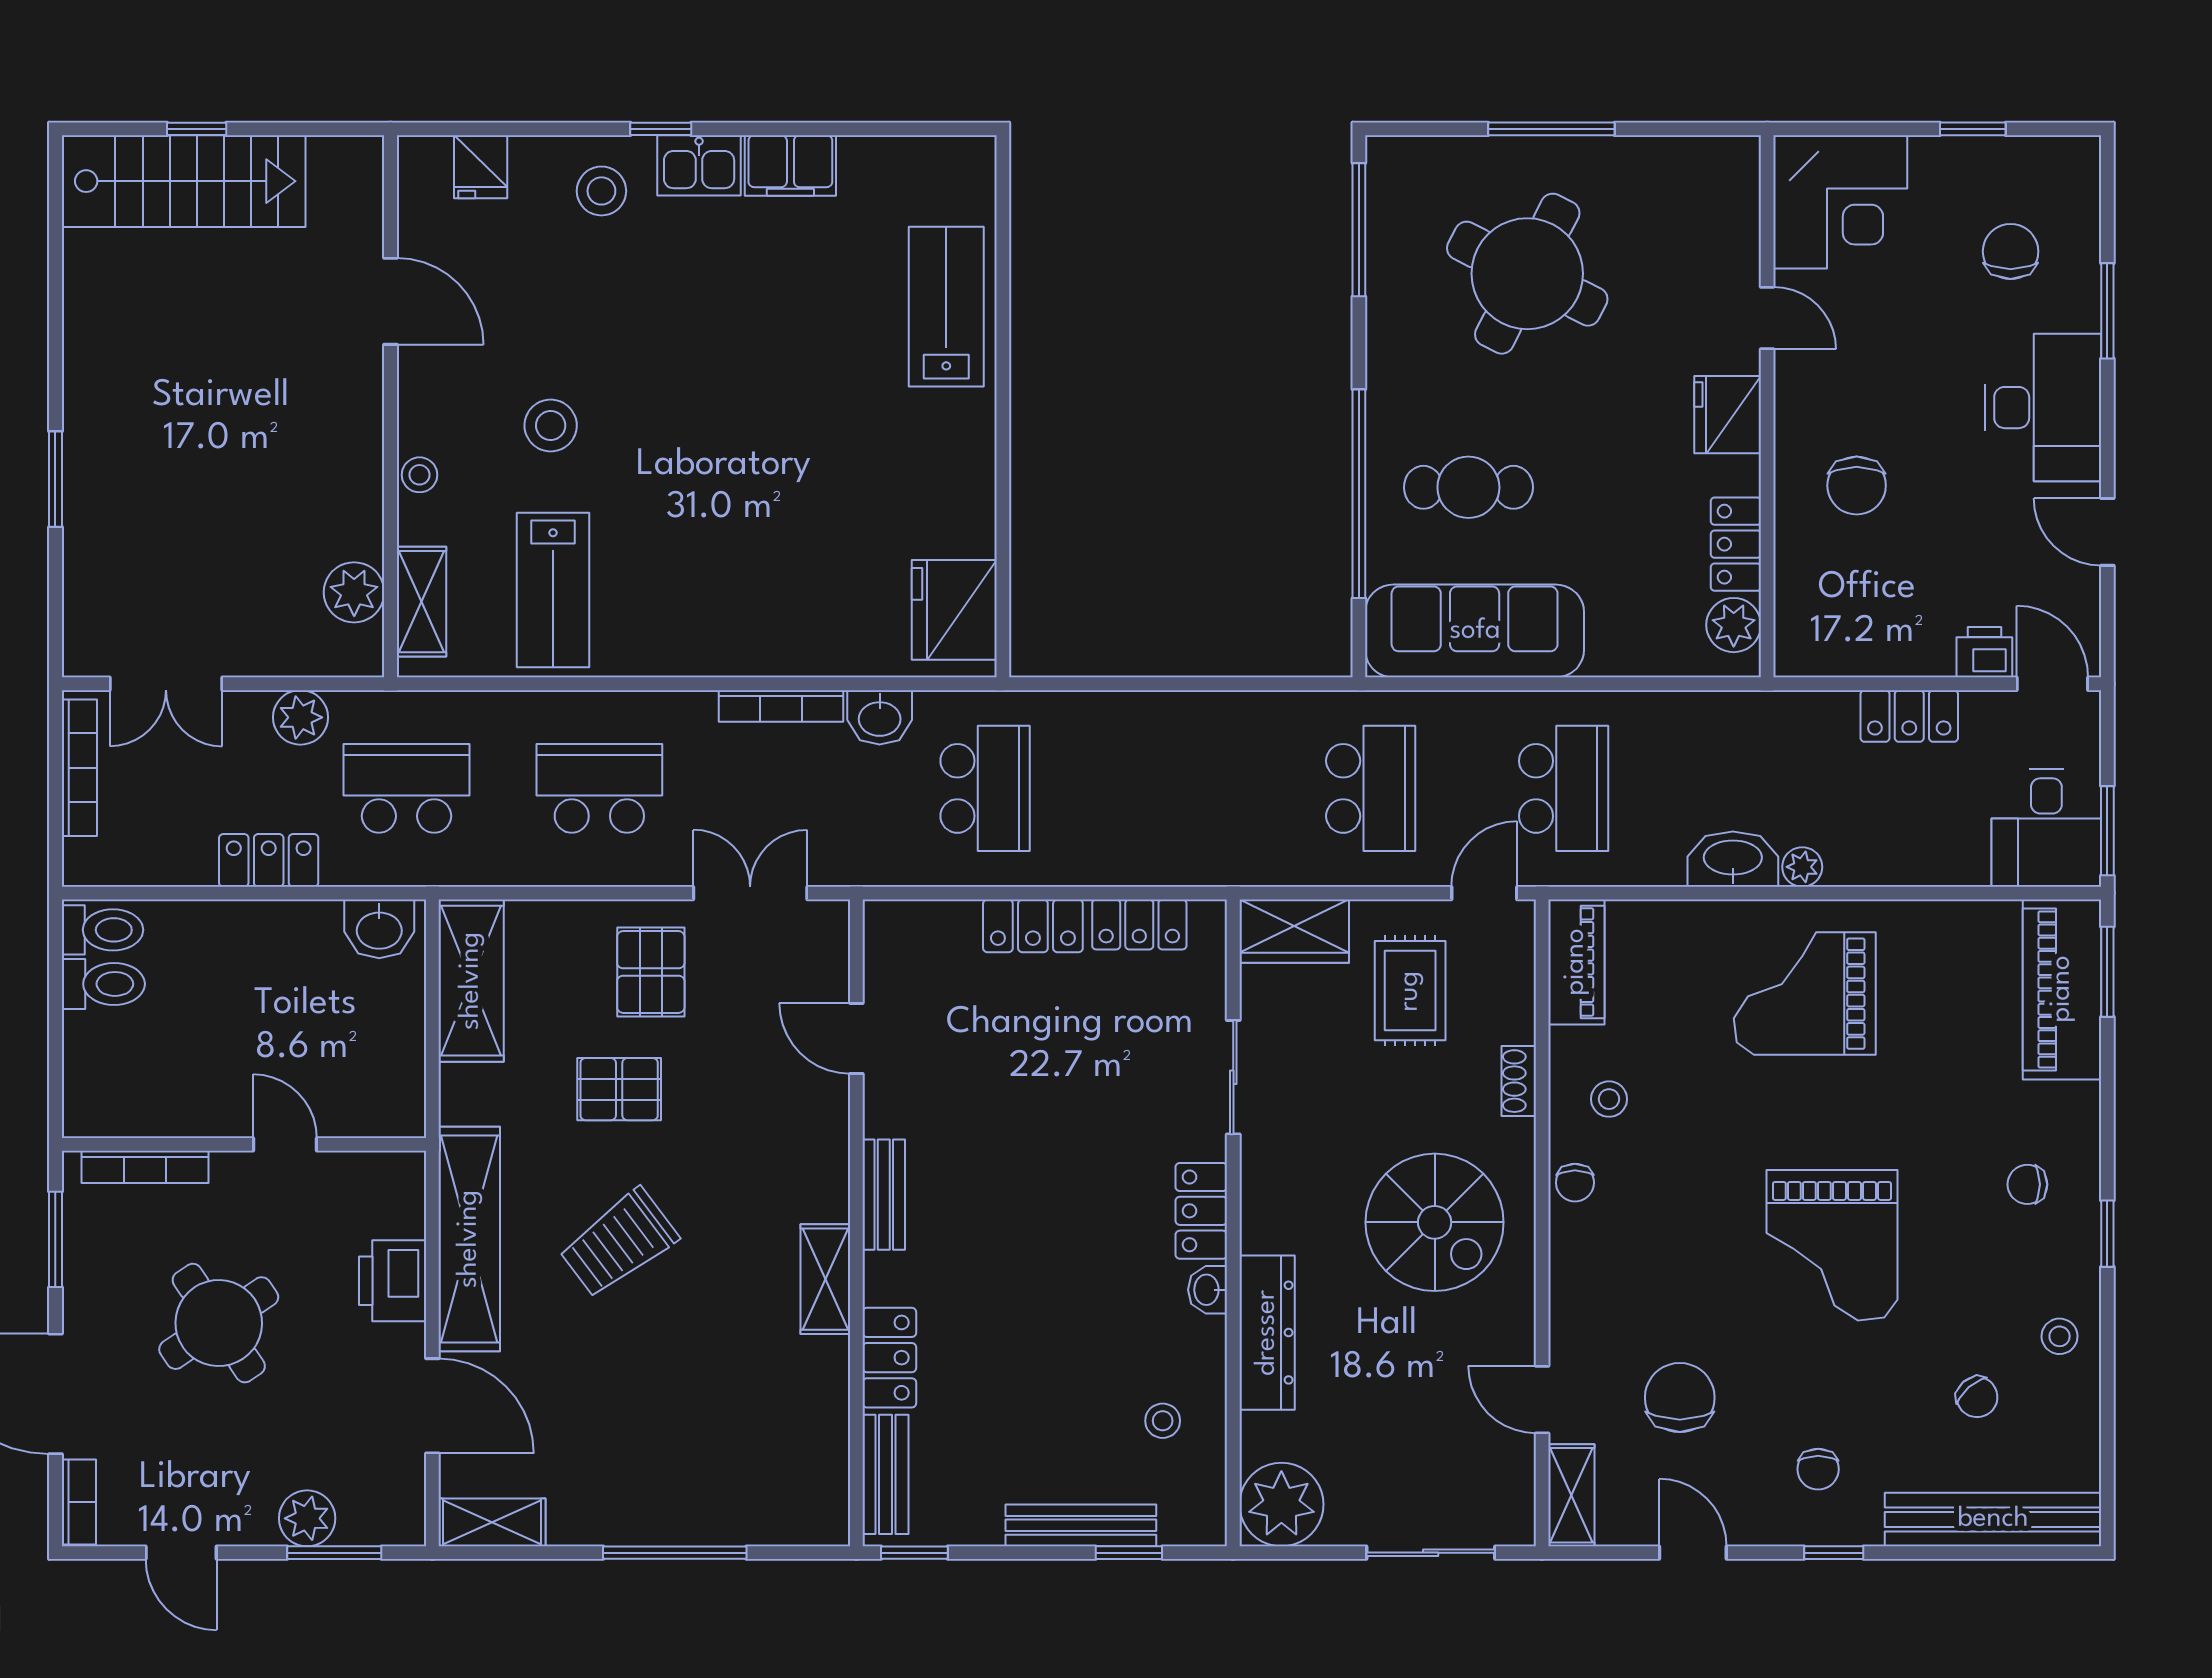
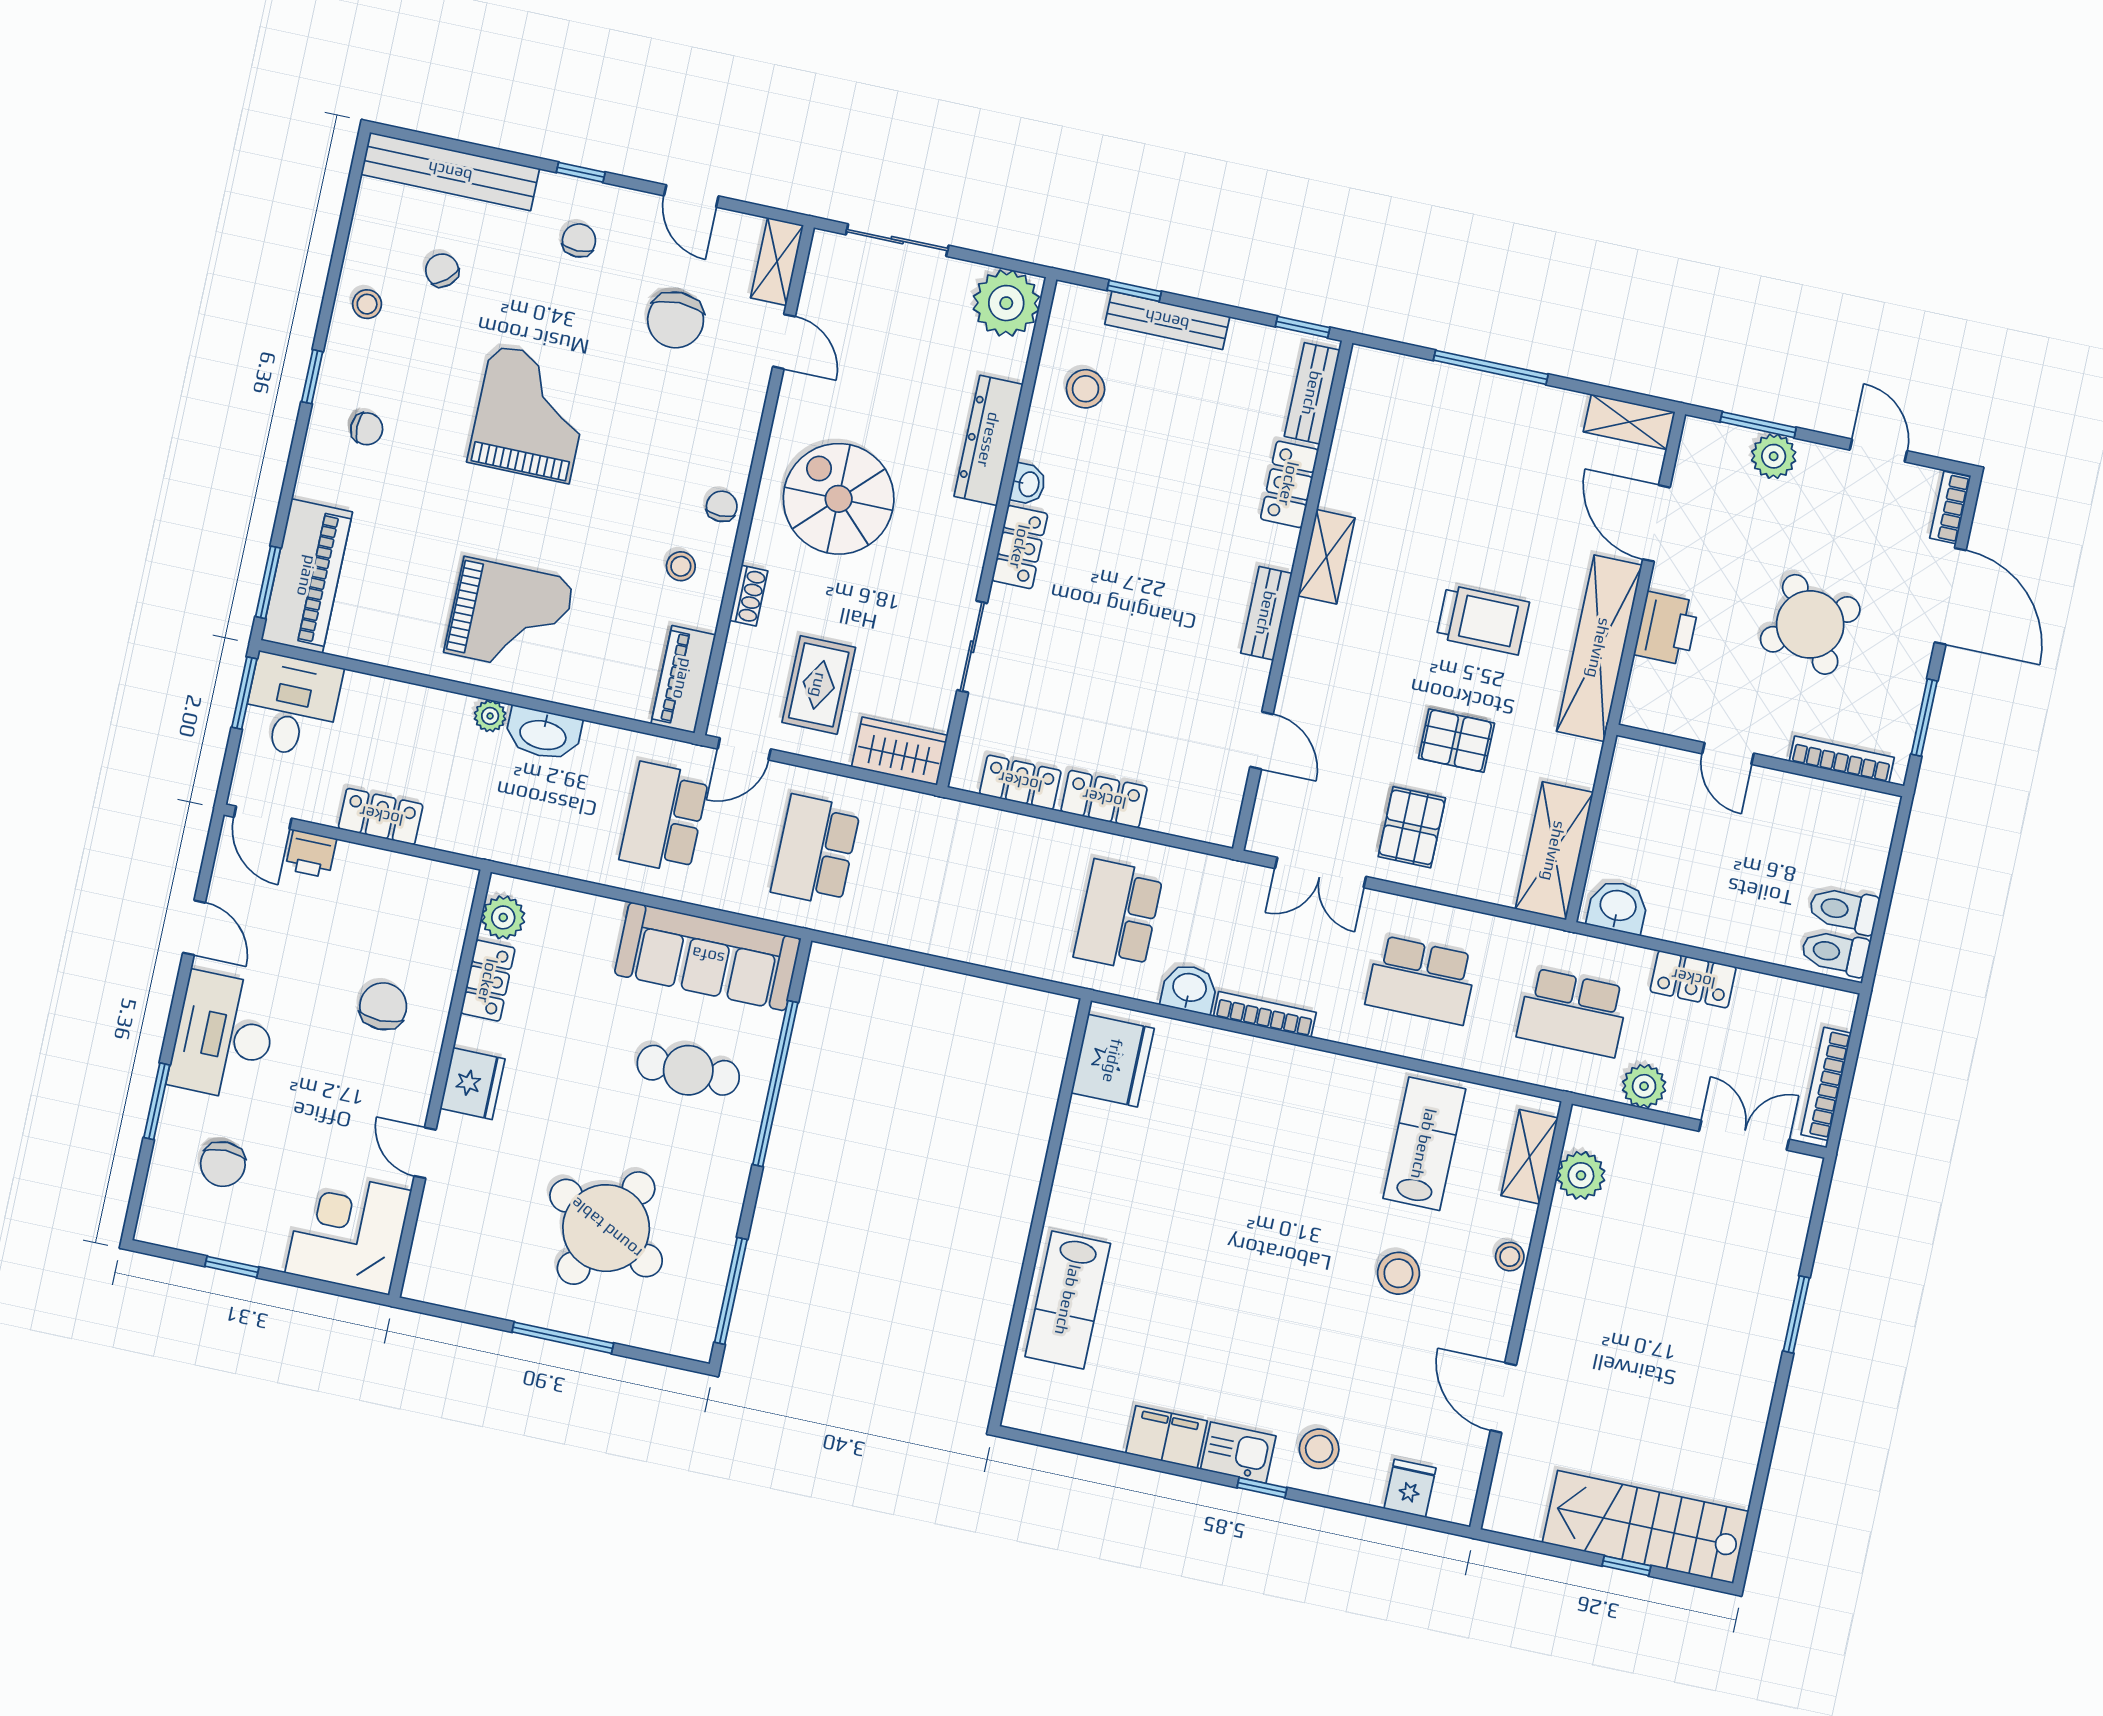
trolley: (619, 1243) -> (1483, 620), turned 37
stool: (1163, 1421) -> (1085, 389), width x1.37, depth x1.37

